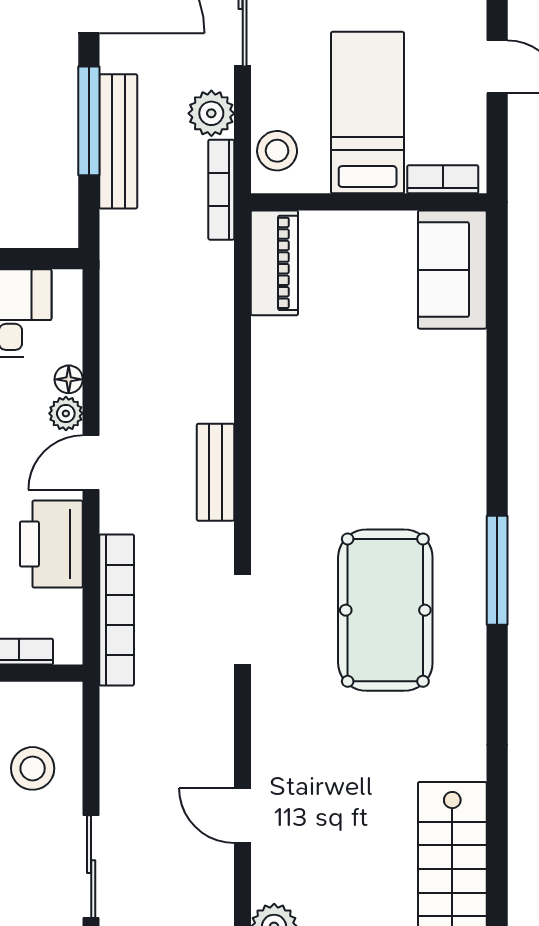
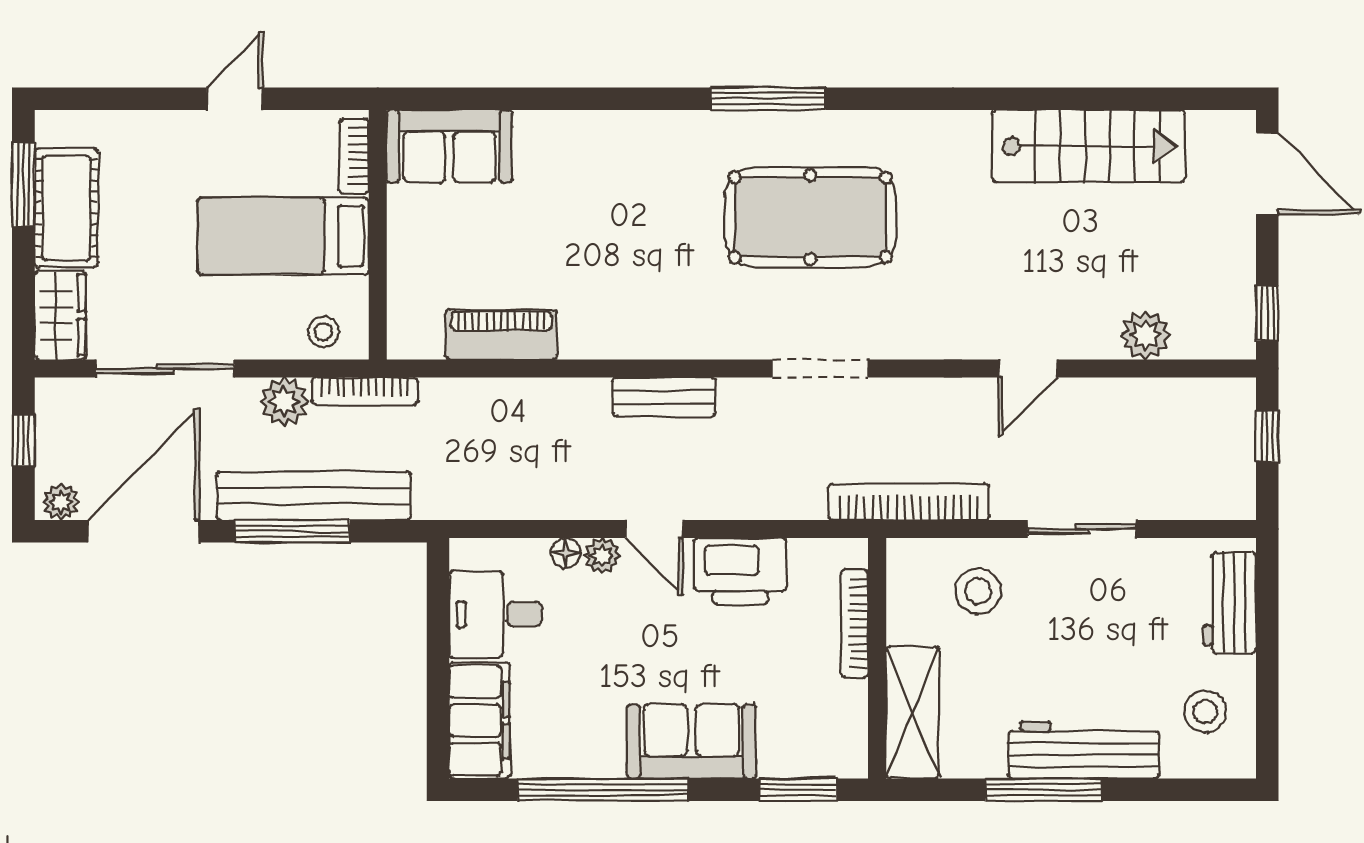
bench: (118, 141) -> (314, 496), width x1.37, depth x1.21
stool: (277, 151) -> (324, 332), width x0.73, depth x0.73
piano: (274, 263) -> (501, 335), moved
bookcase: (117, 610) -> (909, 502), moved

